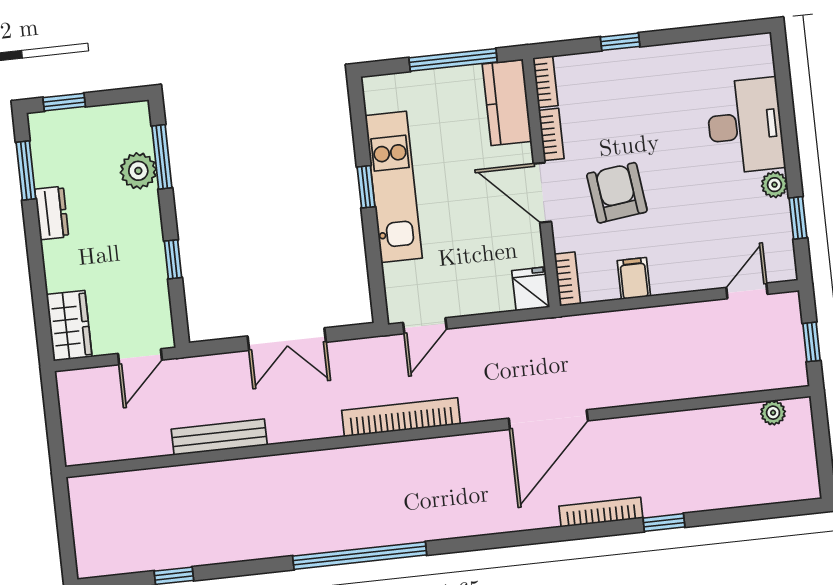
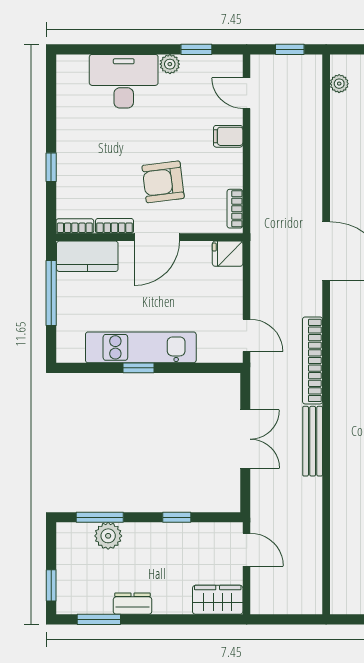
filing cabinet: (634, 278) -> (228, 136), moved
bookcase: (567, 279) -> (235, 209), moved, turned -90
bench: (219, 437) -> (313, 441), moved

